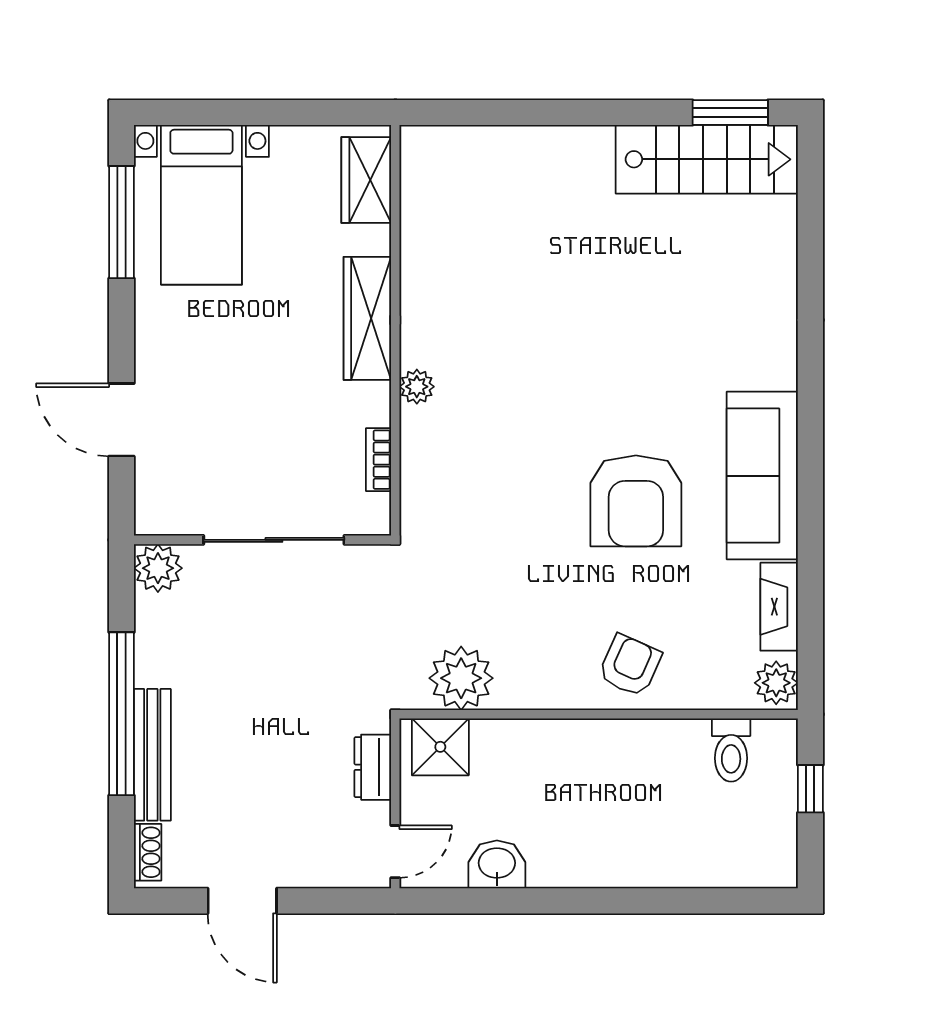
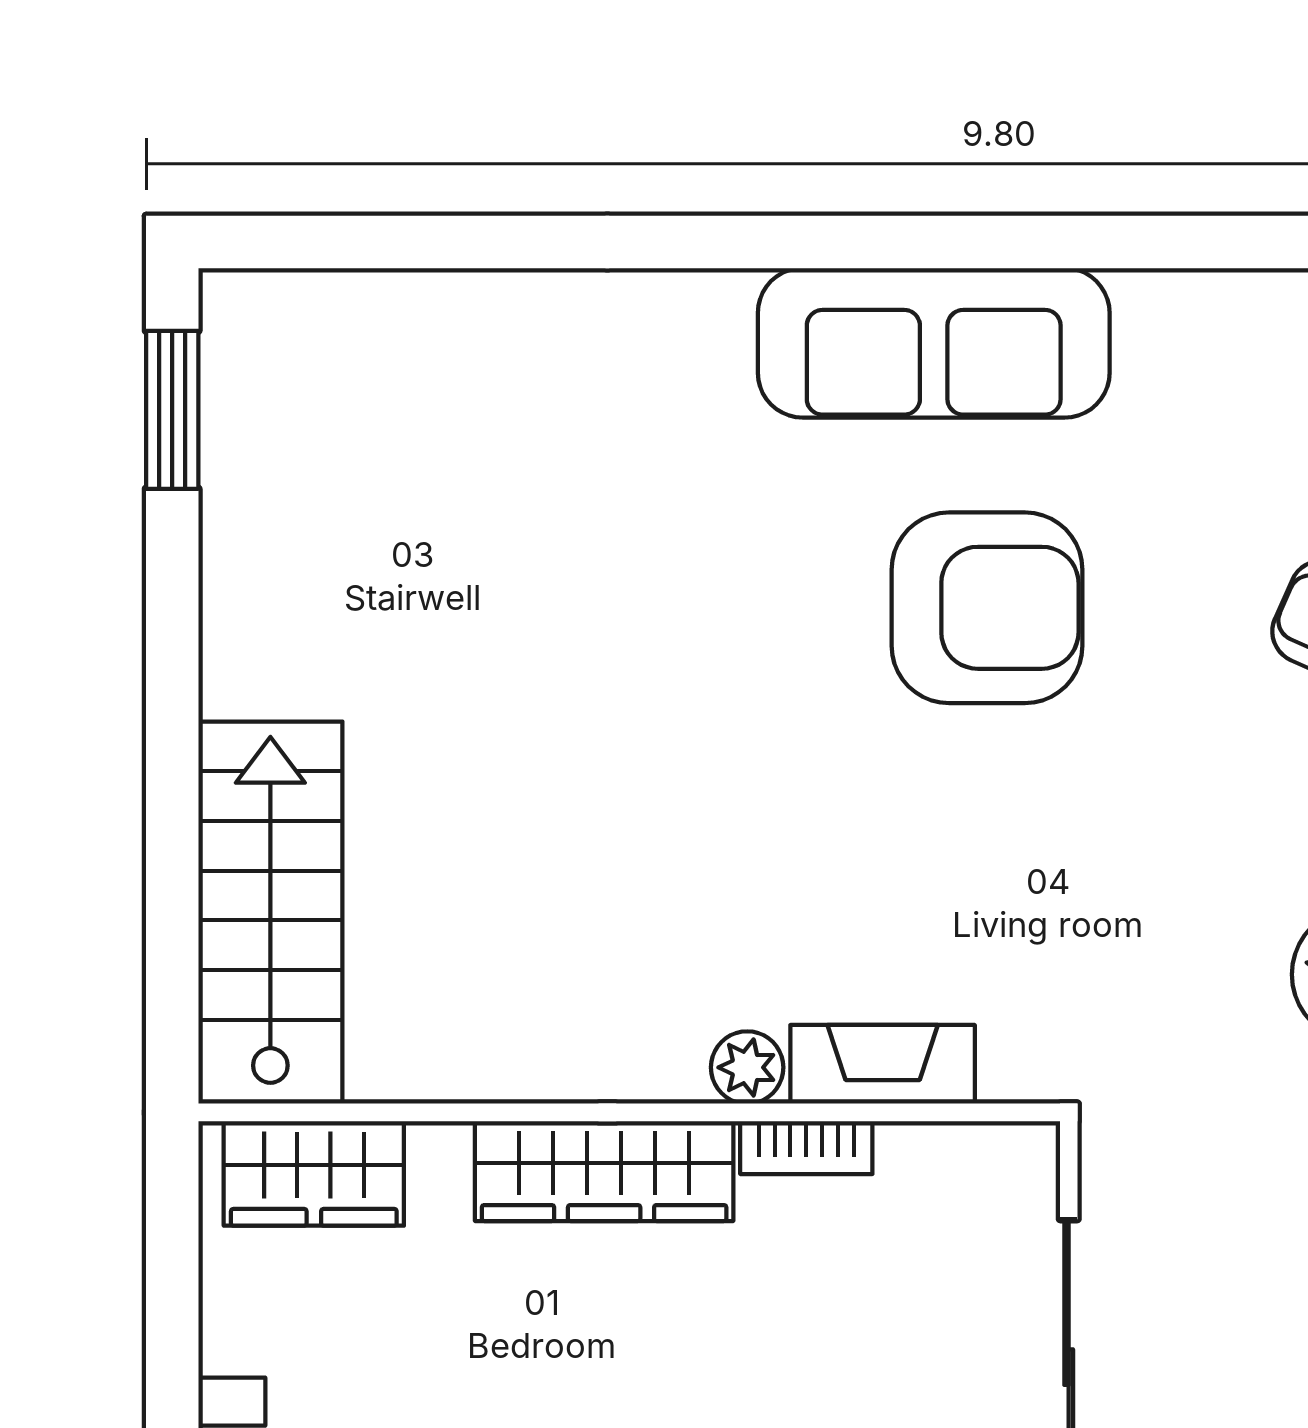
stairs: (707, 159) -> (270, 913), moved
bookcase: (379, 460) -> (806, 1148), moved
fireplace: (779, 607) -> (883, 1064), moved, turned 180

